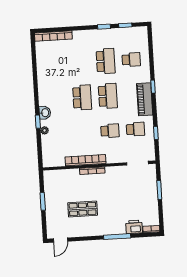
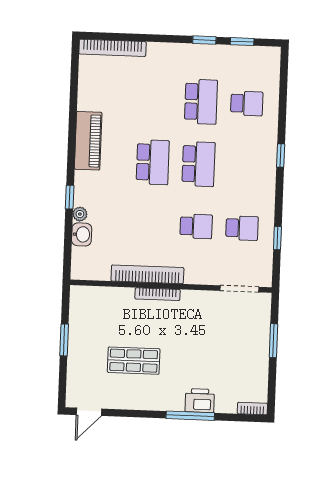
piano: (145, 99) -> (88, 141), moved, turned 180
washbasin: (45, 113) -> (82, 234), moved
printer: (134, 227) -> (200, 401), moved

